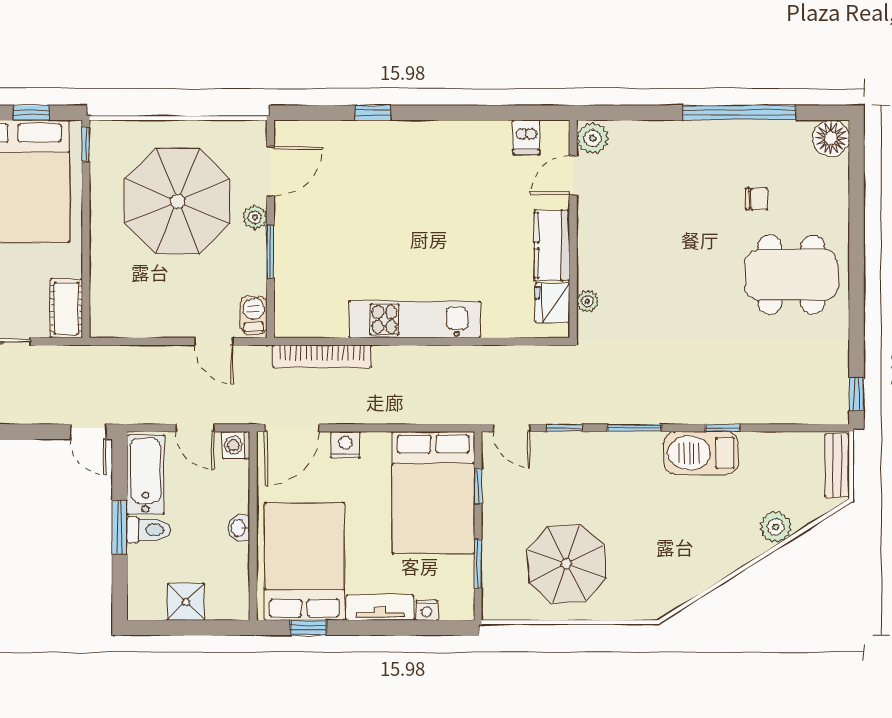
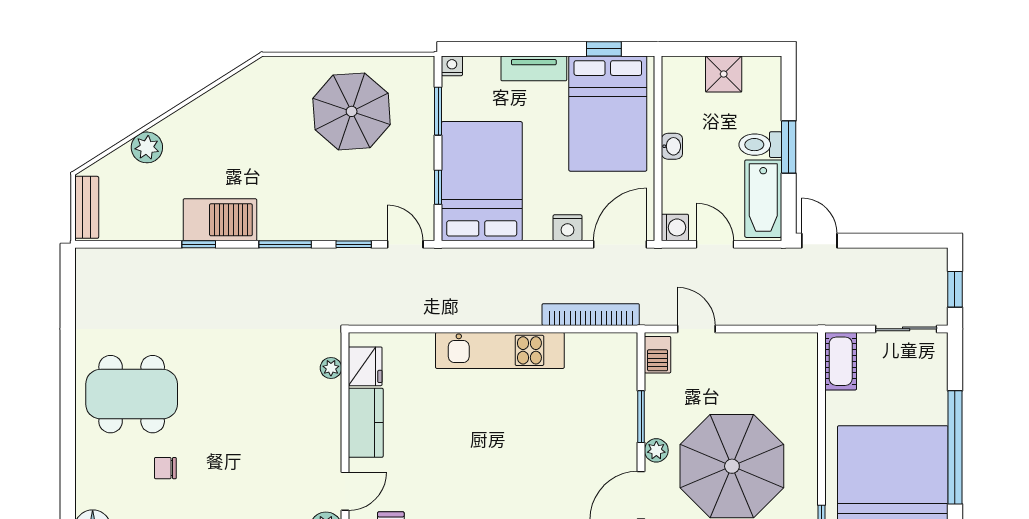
window: (857, 394) -> (68, 278), removed
nightstand: (427, 610) -> (452, 66), moved

